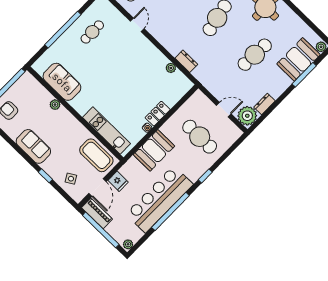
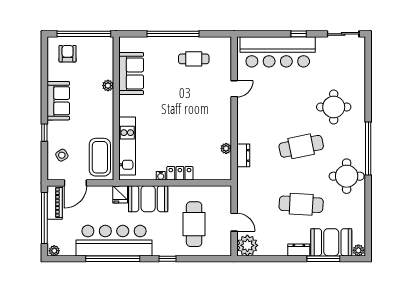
dresser: (264, 104) -> (299, 250), moved
fridge: (118, 181) -> (120, 194), moved

